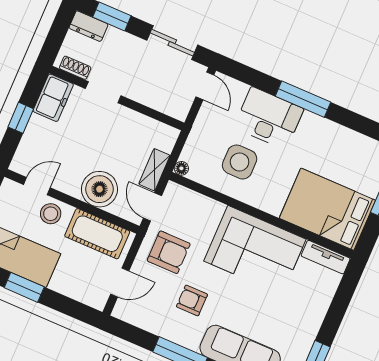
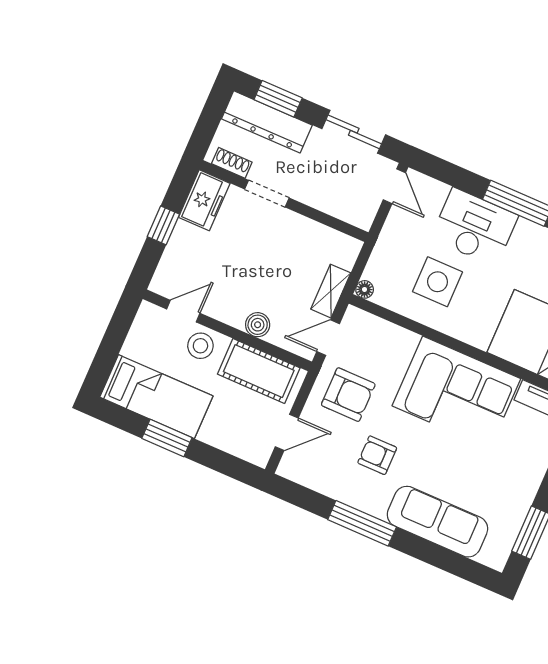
dresser: (89, 26) -> (267, 122), width x1.96, depth x1.24
boiler: (99, 189) -> (258, 325), width x0.54, depth x0.54
door: (153, 207) -> (328, 338), hinge flipped

